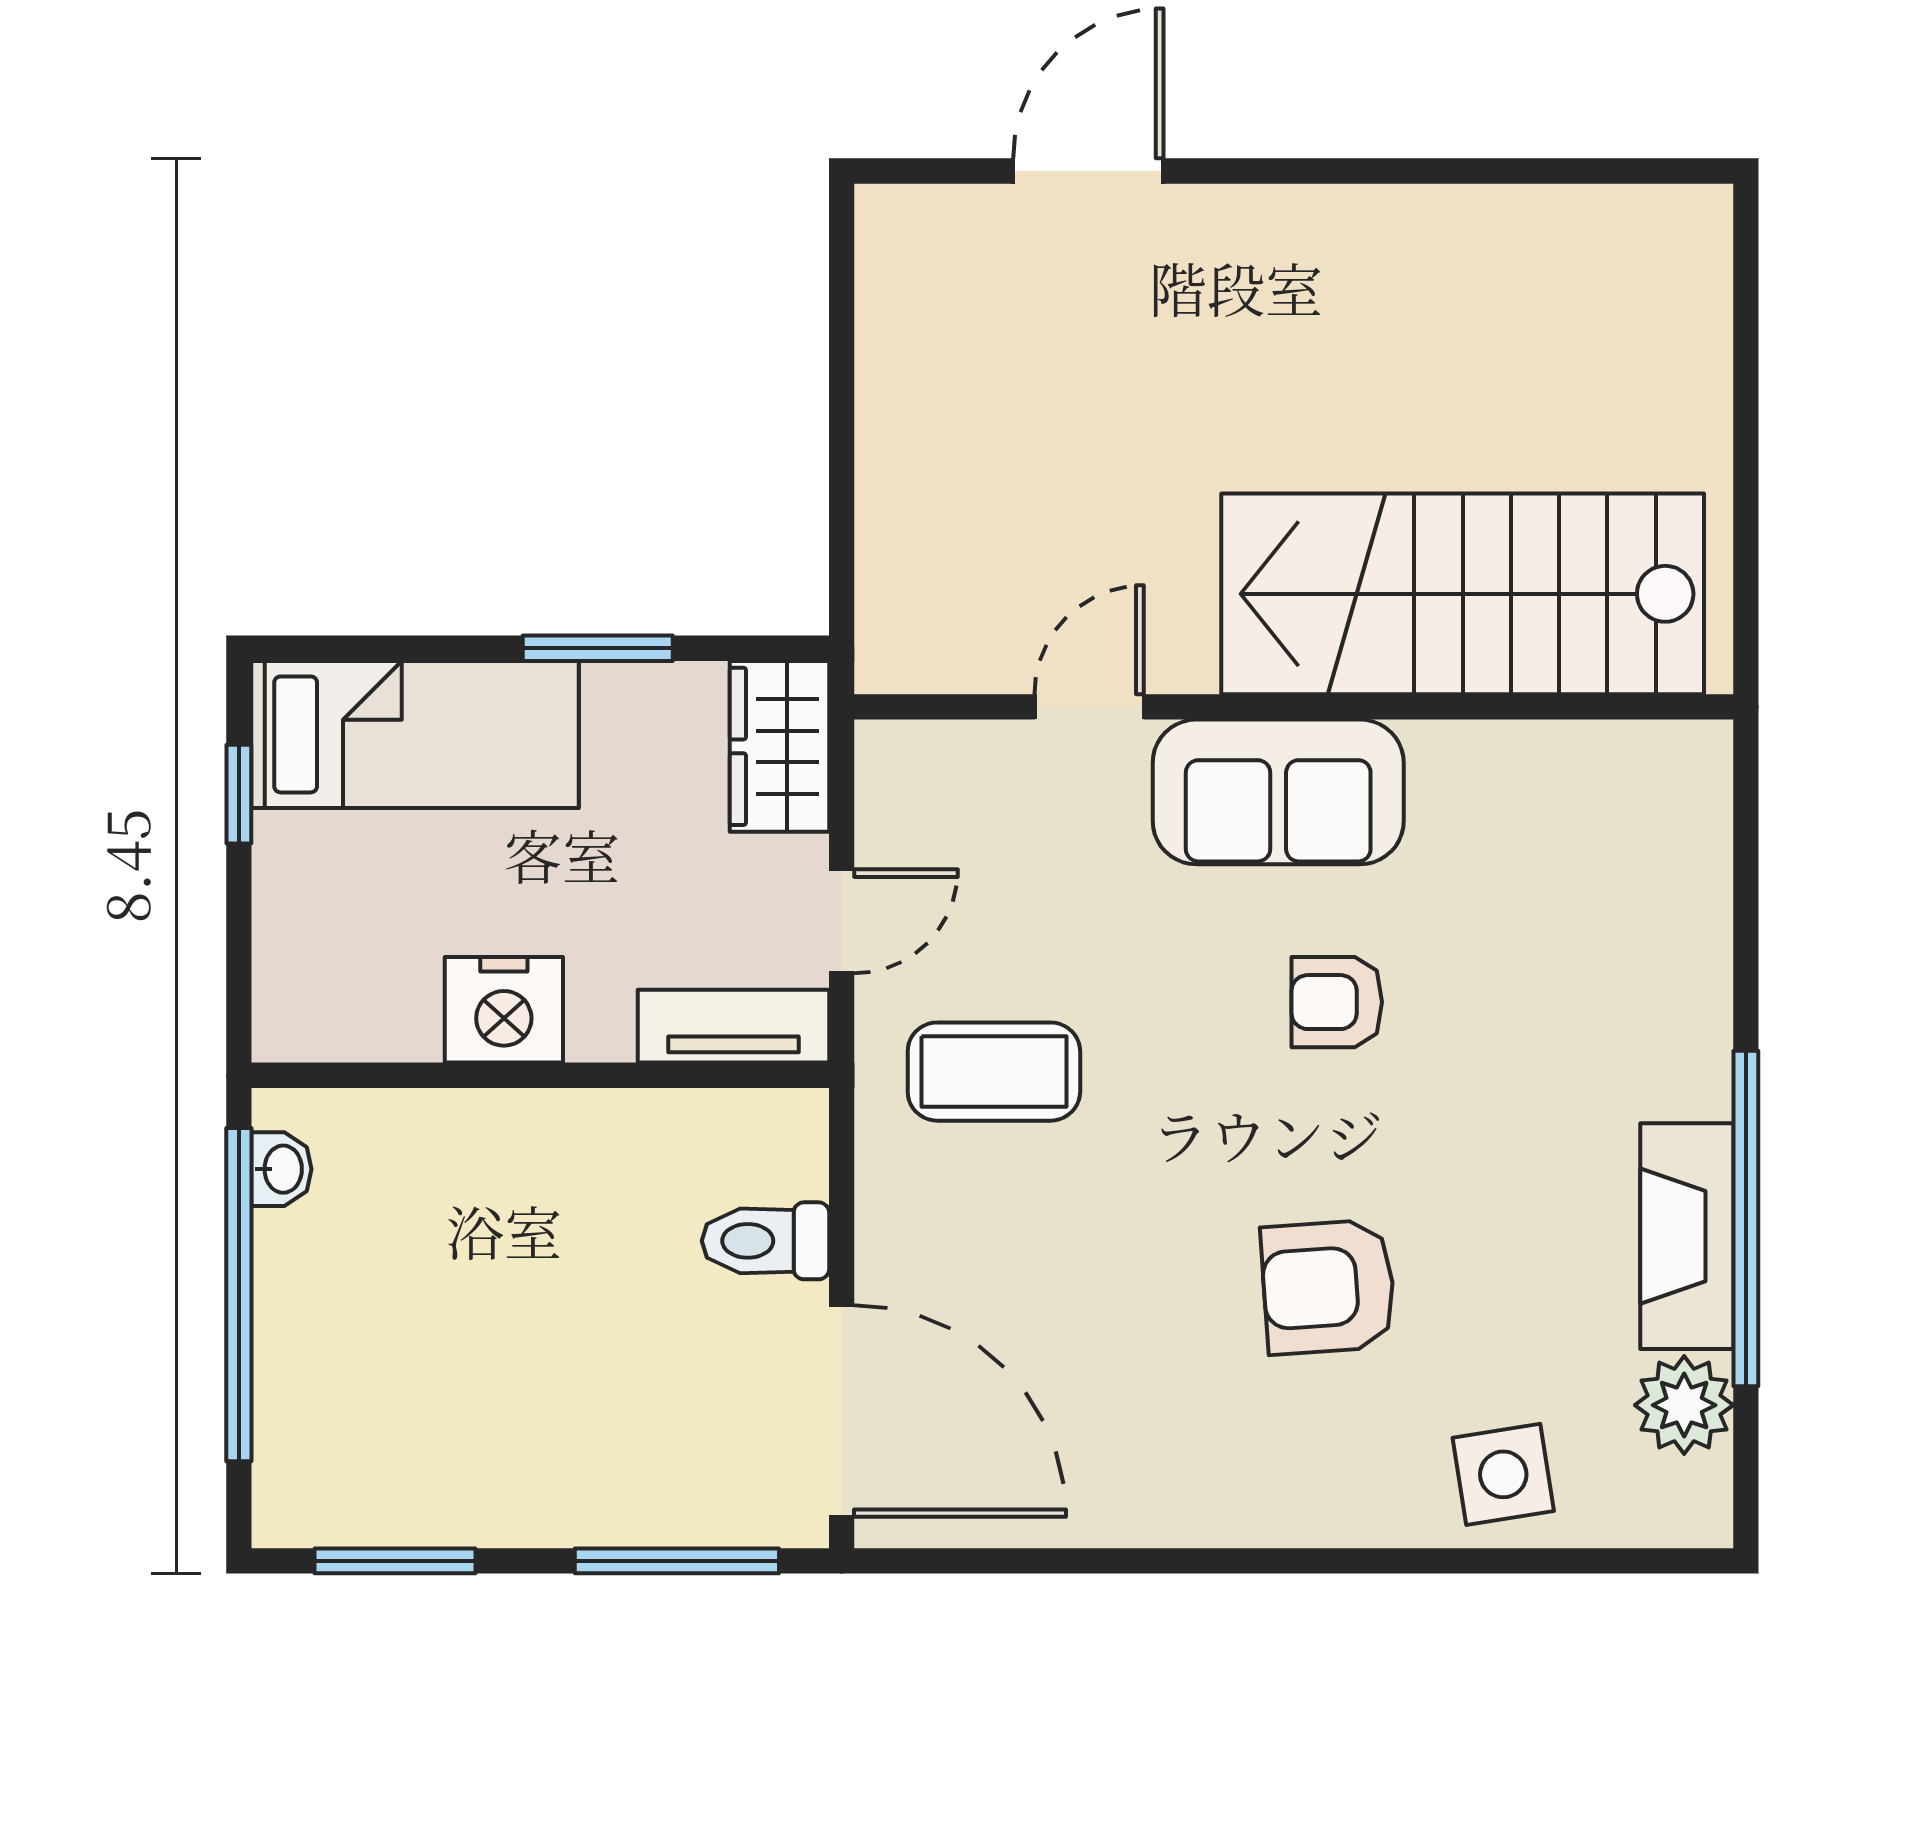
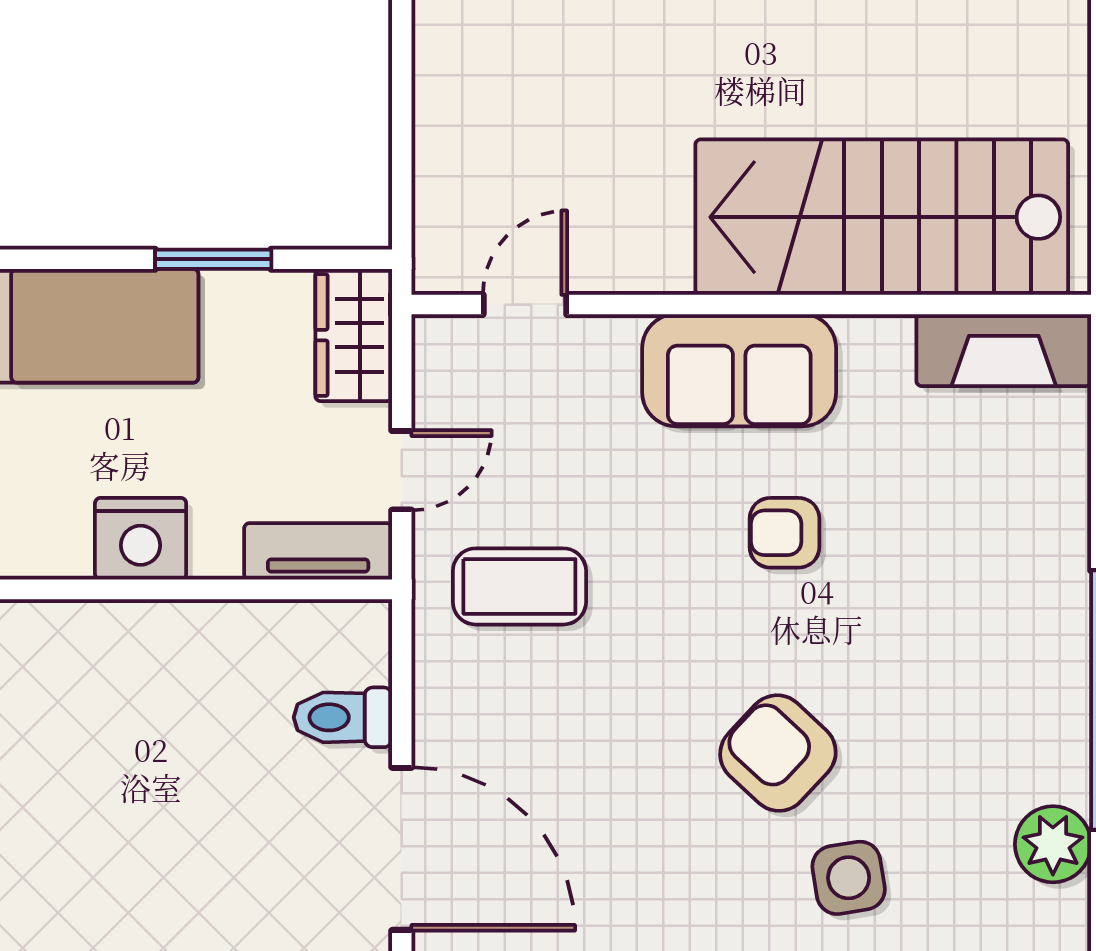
door: (1089, 707) -> (525, 305), moved
fireplace: (1687, 1236) -> (1004, 350), moved, turned -90
armchair: (1328, 1287) -> (778, 753), turned 47
side table: (1503, 1474) -> (849, 878), moved

